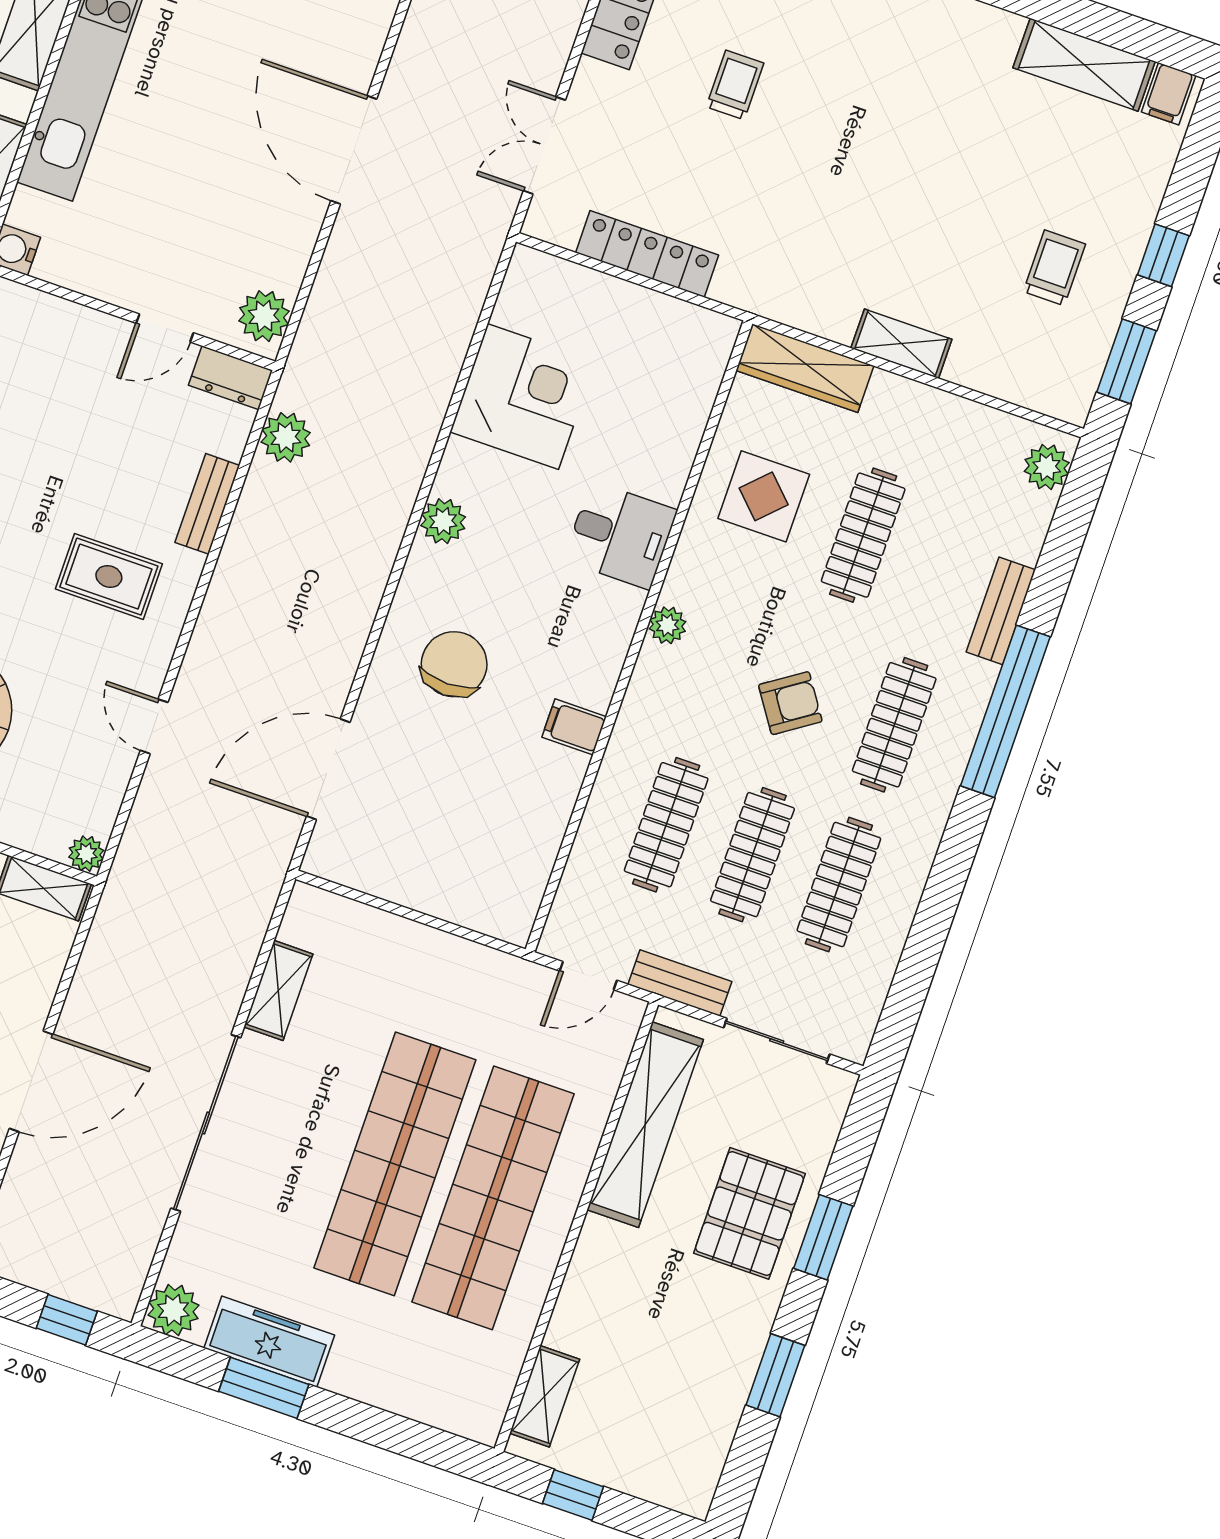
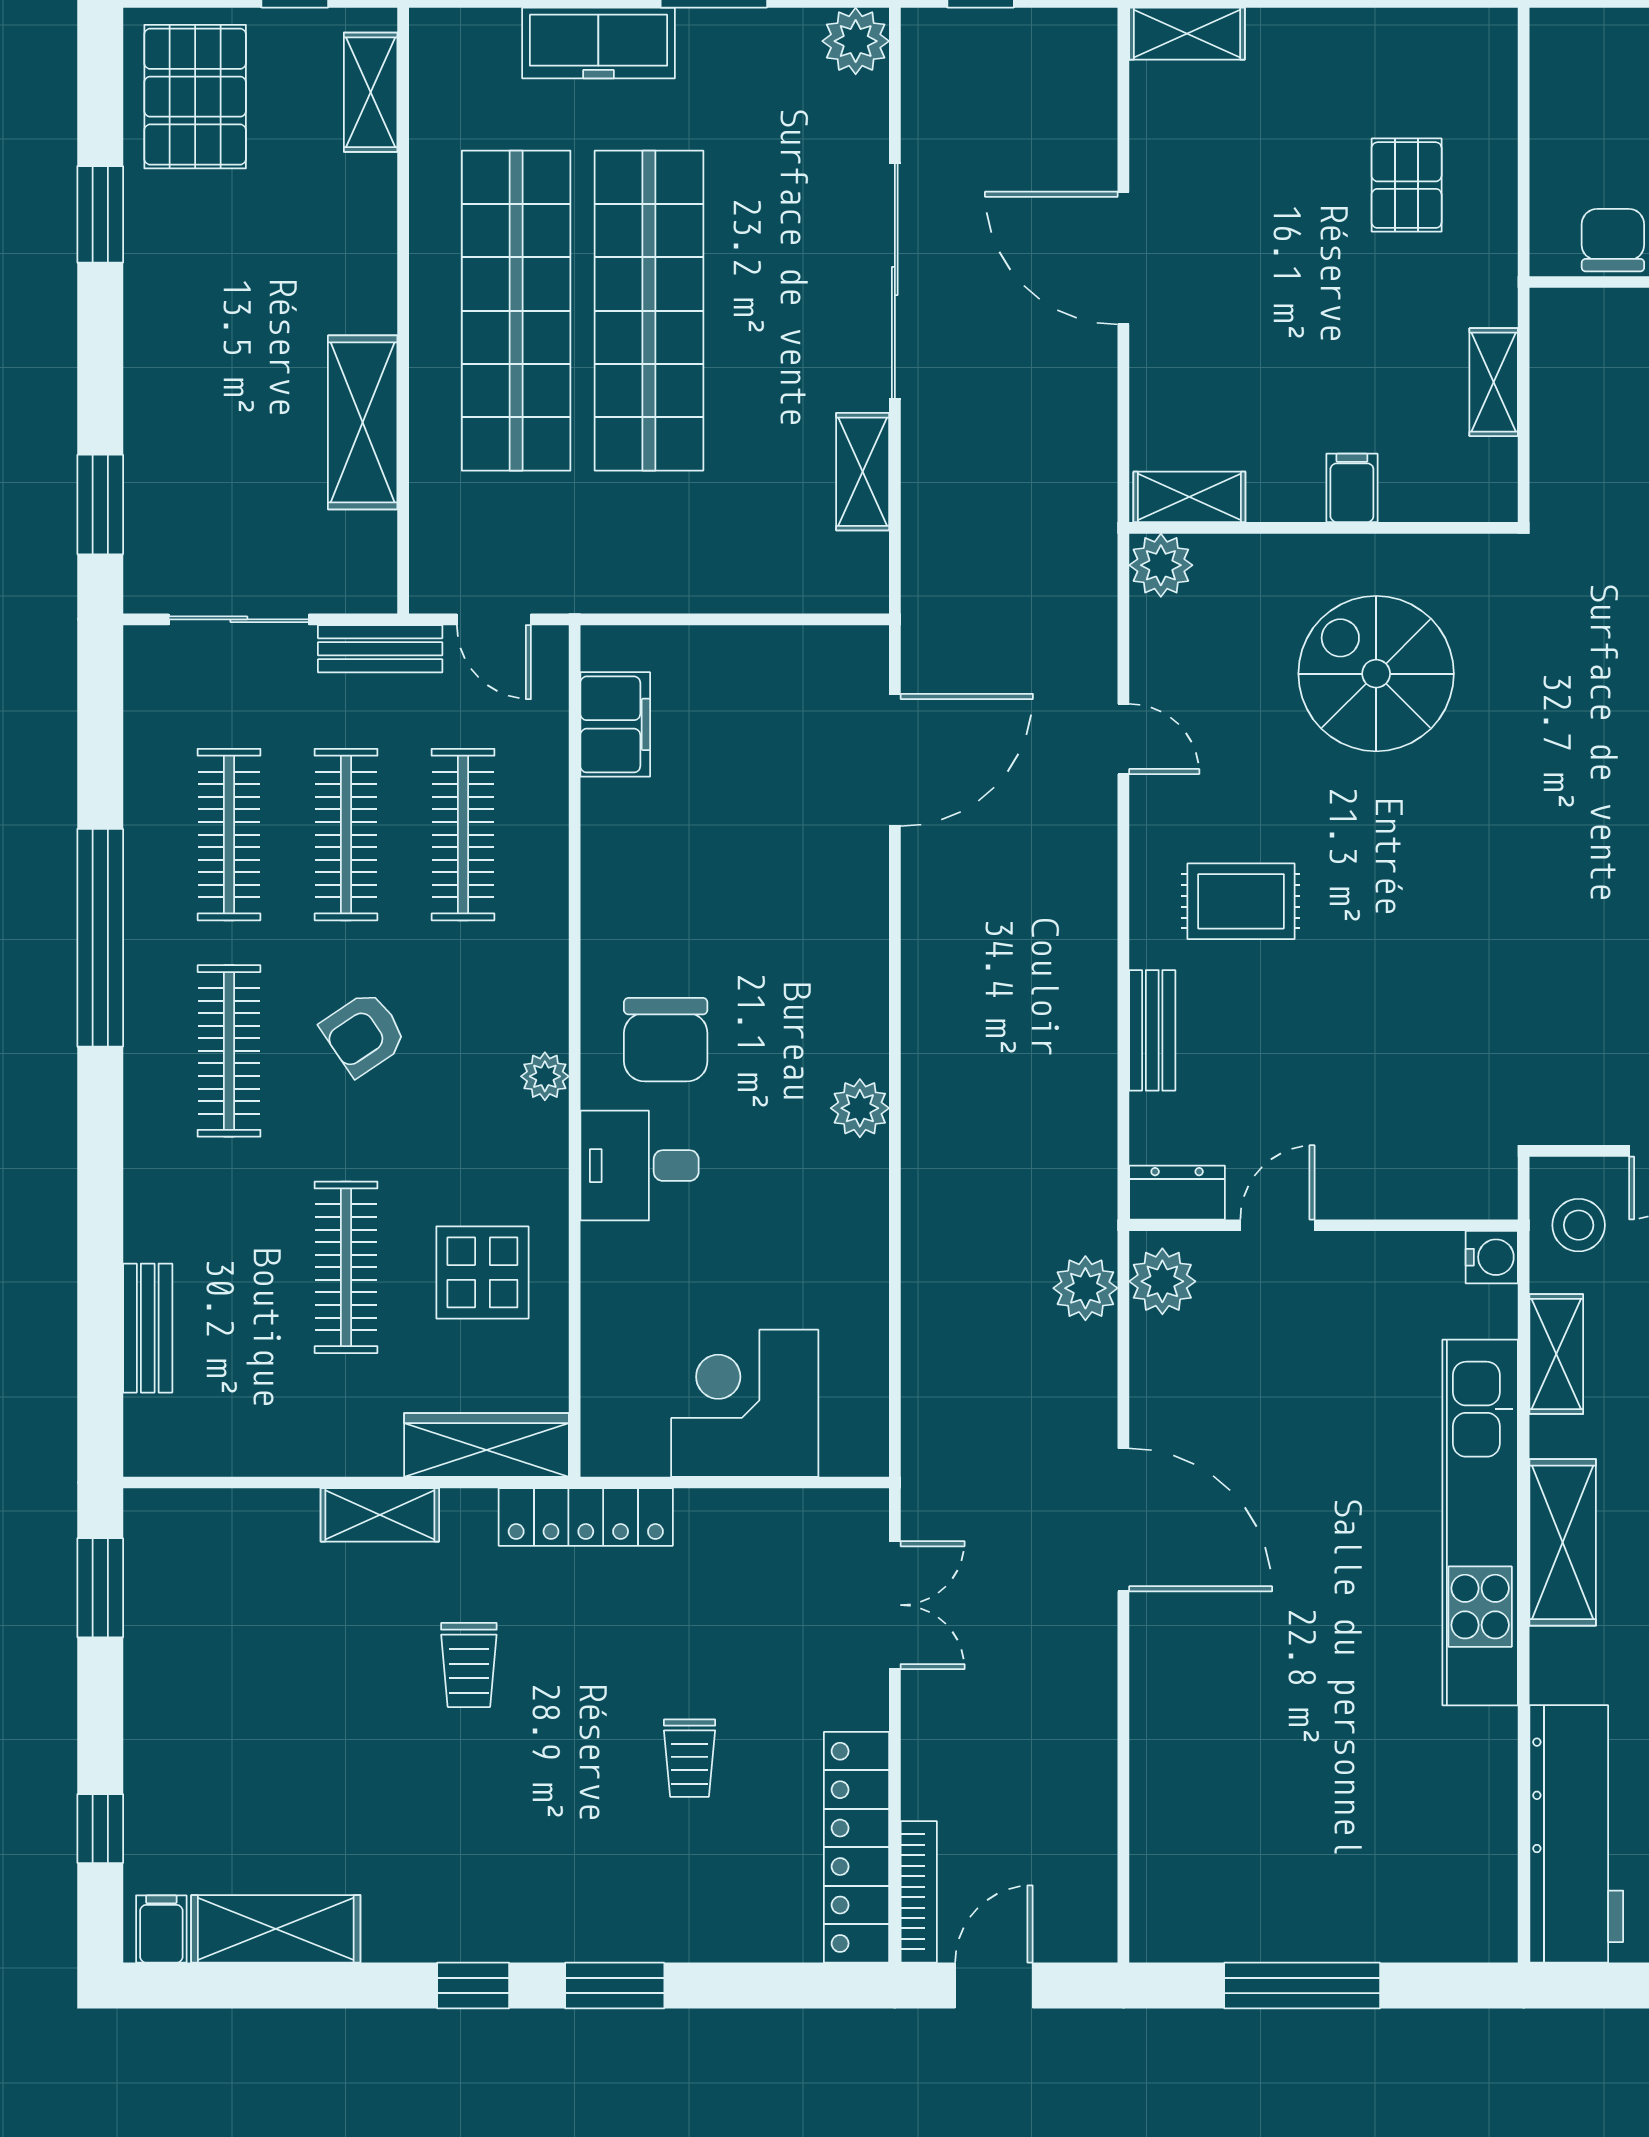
locker: (647, 254) -> (586, 1517), moved
window: (1163, 255) -> (100, 1829), moved
trolley: (1054, 268) -> (469, 1665), moved
corner desk: (523, 397) -> (745, 1403), moved, turned 90
plant: (286, 437) -> (1085, 1288), moved
plant: (1047, 467) -> (153, 1427), removed
bench: (1001, 611) -> (148, 1328), moved
chair: (454, 664) -> (666, 1040), moved
window: (1005, 711) -> (100, 938), moved
filing cabinet: (574, 727) -> (615, 724), moved, width x2.00
plant: (86, 854) -> (1161, 565), width x1.38, depth x1.38
door: (588, 976) -> (494, 619), swing flipped
door: (31, 1081) -> (1123, 258), hinge flipped
shelving: (645, 1125) -> (363, 422), width x0.68
pallet: (749, 1213) -> (195, 97), moved
window: (823, 1237) -> (100, 504), moved
freezer: (269, 1342) -> (598, 43), moved

